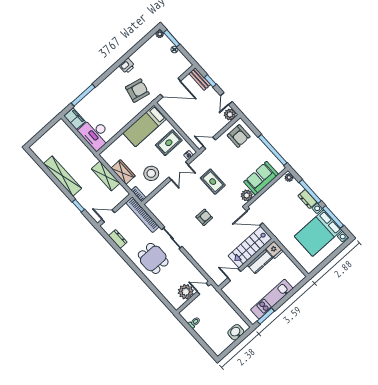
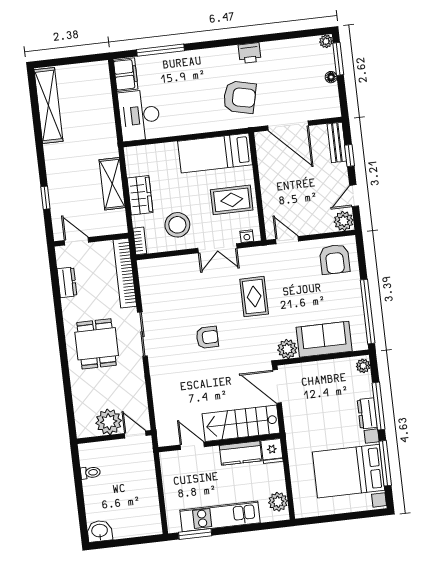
shelving: (63, 176) -> (48, 105), moved
plant: (295, 272) -> (278, 502), added
washbasin: (236, 332) -> (100, 531), moved

